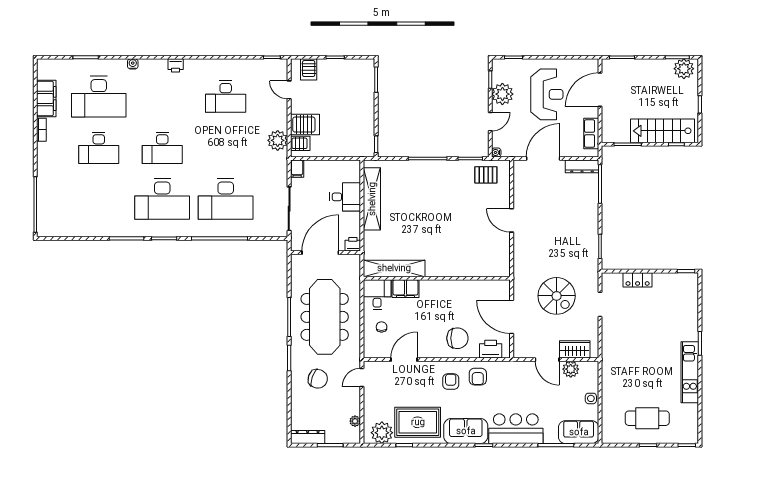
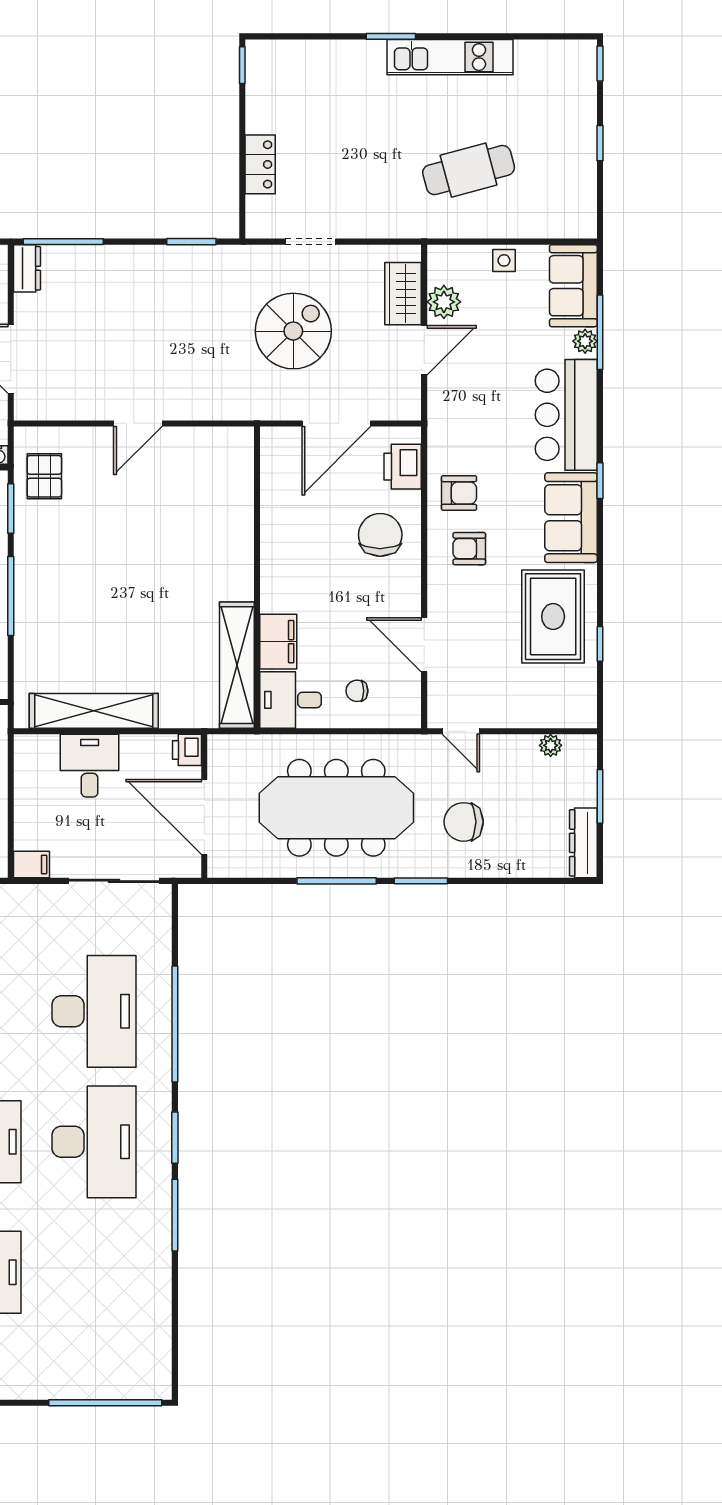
dresser: (582, 166) -> (27, 268), width x0.70
chair: (318, 379) -> (464, 822), turned -109
cafe table: (647, 418) -> (469, 170), moved, turned 75
plant: (382, 433) -> (585, 341), moved, width x0.53, depth x0.53

